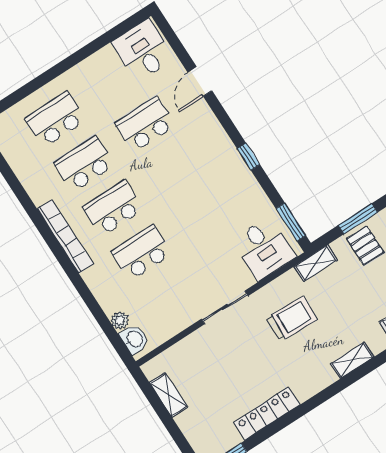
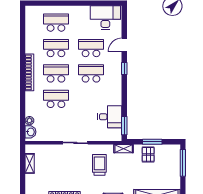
desk: (143, 50) -> (105, 18), width x1.37
window: (248, 157) -> (124, 68), moved
school desk: (174, 169) -> (91, 73), added
desk: (264, 248) -> (110, 117), moved, turned -90
trolley: (292, 319) -> (99, 165), turned -93

